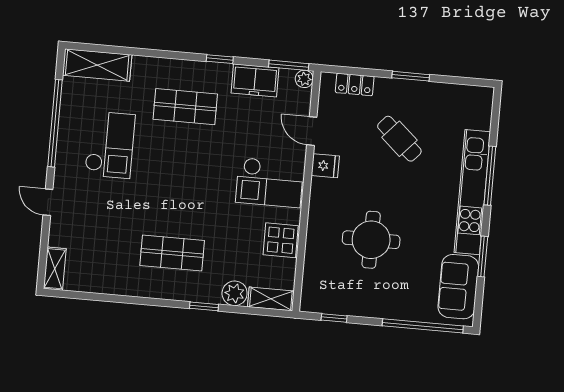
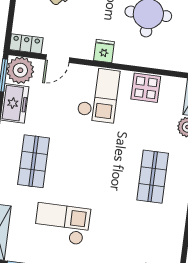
plant: (304, 79) -> (20, 70), width x1.88, depth x1.88
locker: (355, 84) -> (26, 44), moved, turned -90
fridge: (325, 166) -> (104, 51), moved

